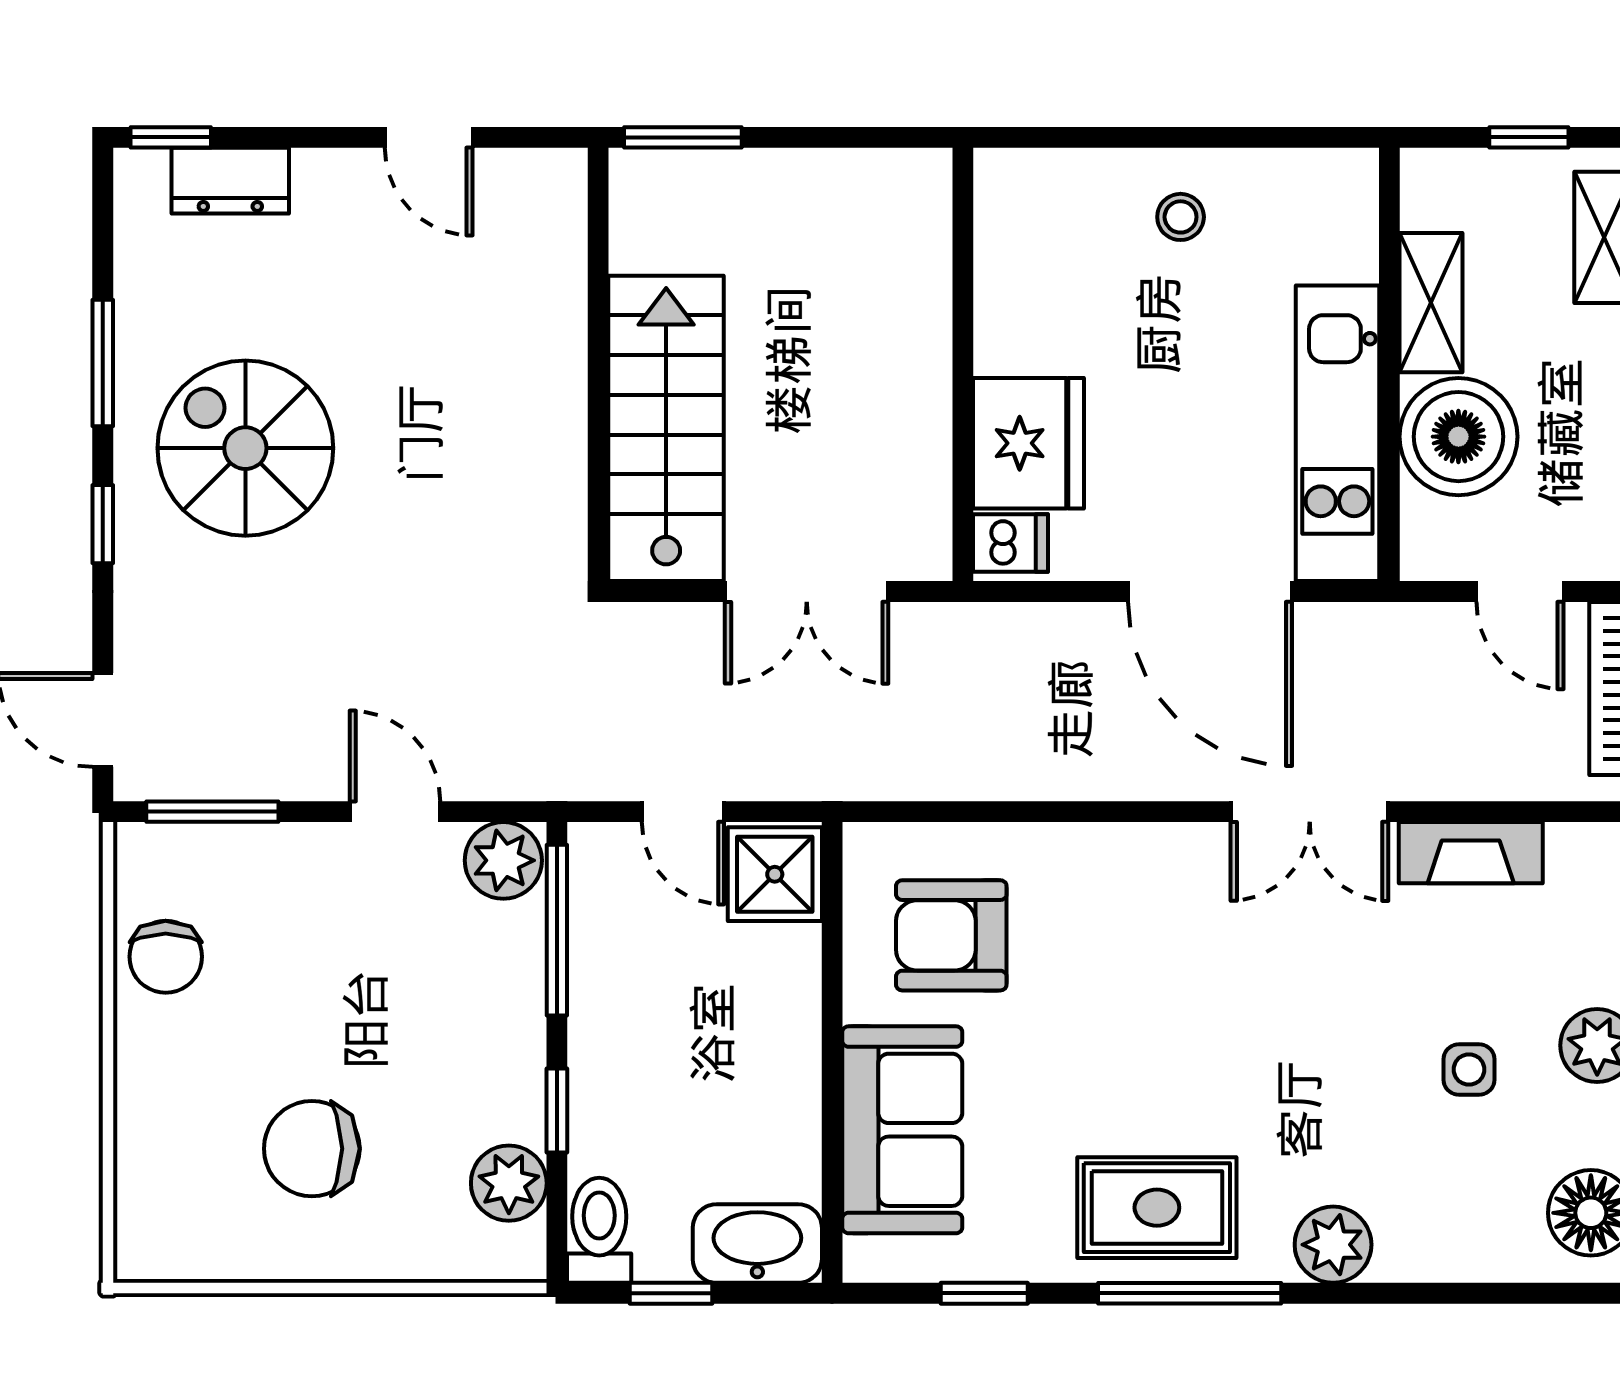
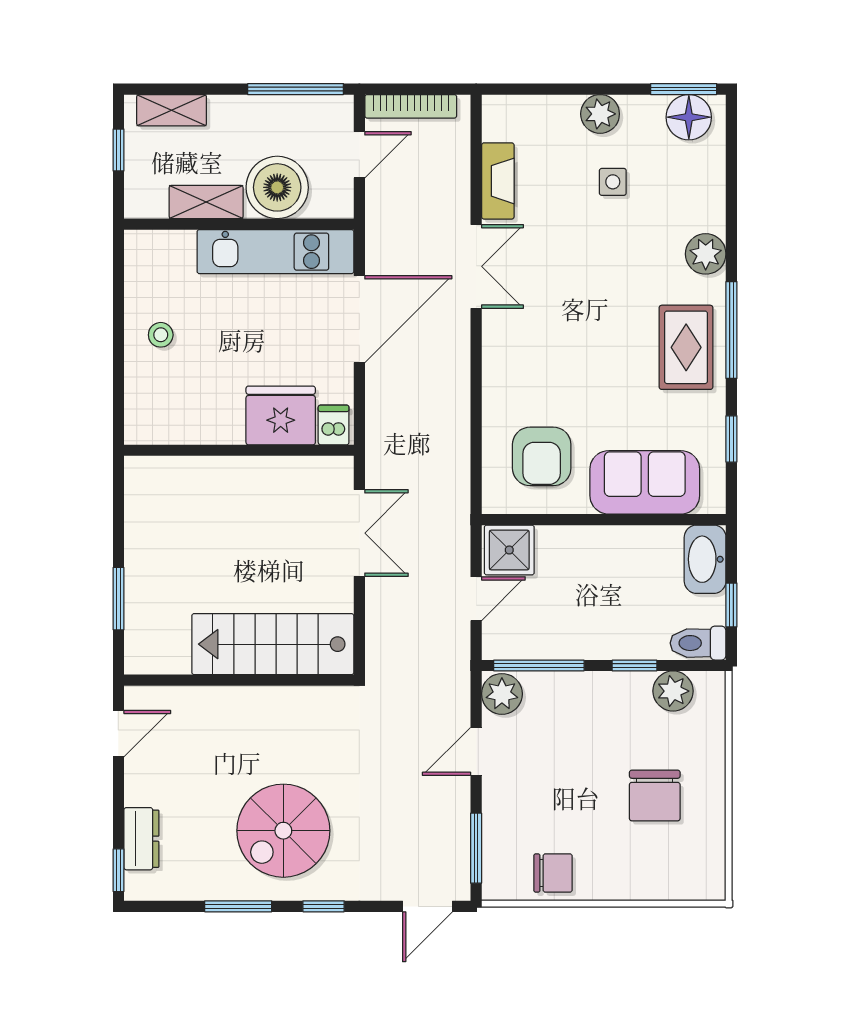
wall: (598, 364) -> (239, 680), moved
stairs: (666, 428) -> (273, 644), moved

